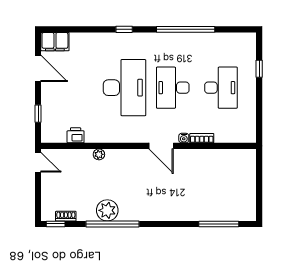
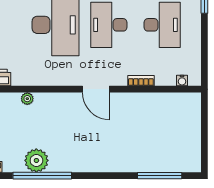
water cooler: (184, 138) -> (182, 81), moved

